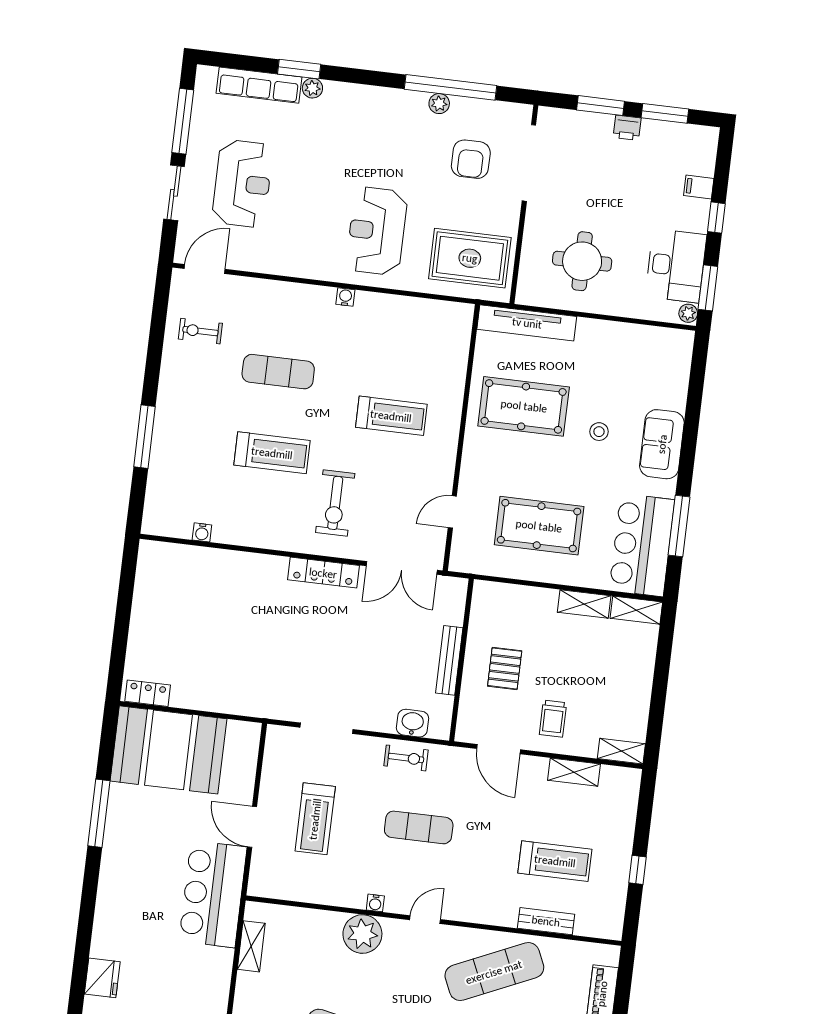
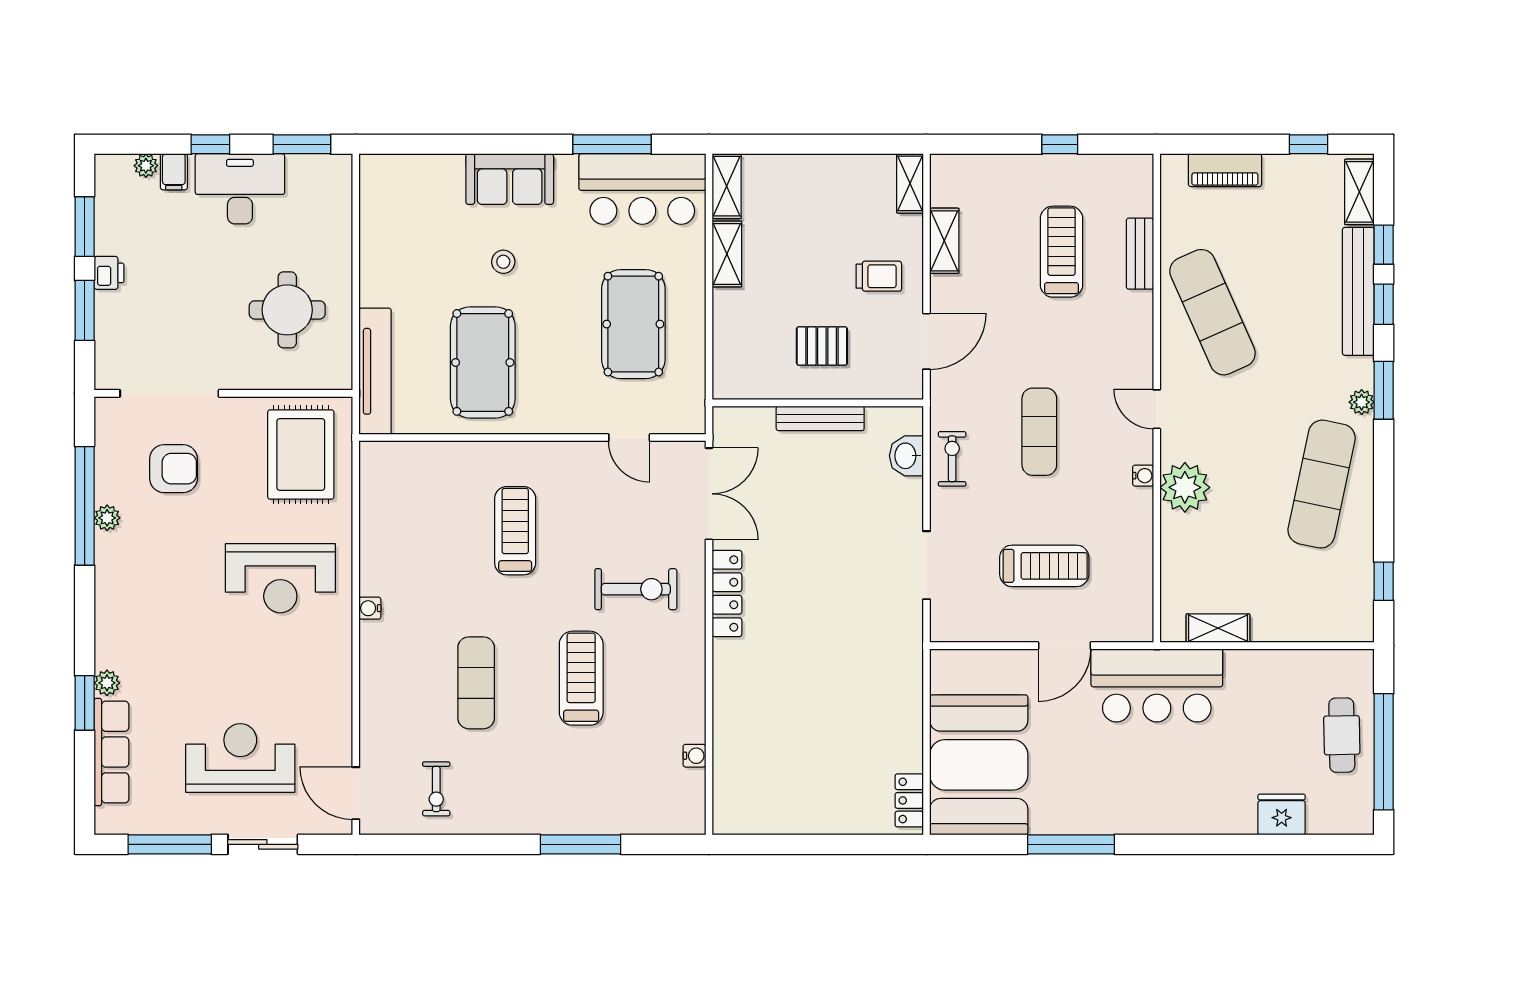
desk: (676, 266) -> (240, 189), moved
plant: (688, 313) -> (146, 166), moved

